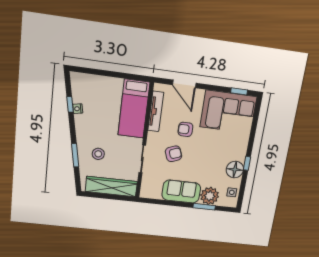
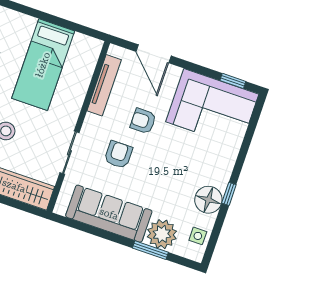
bed: (134, 109) -> (43, 65), moved
armchair: (174, 154) -> (118, 155), turned -69
sofa: (181, 191) -> (109, 214), width x1.36

